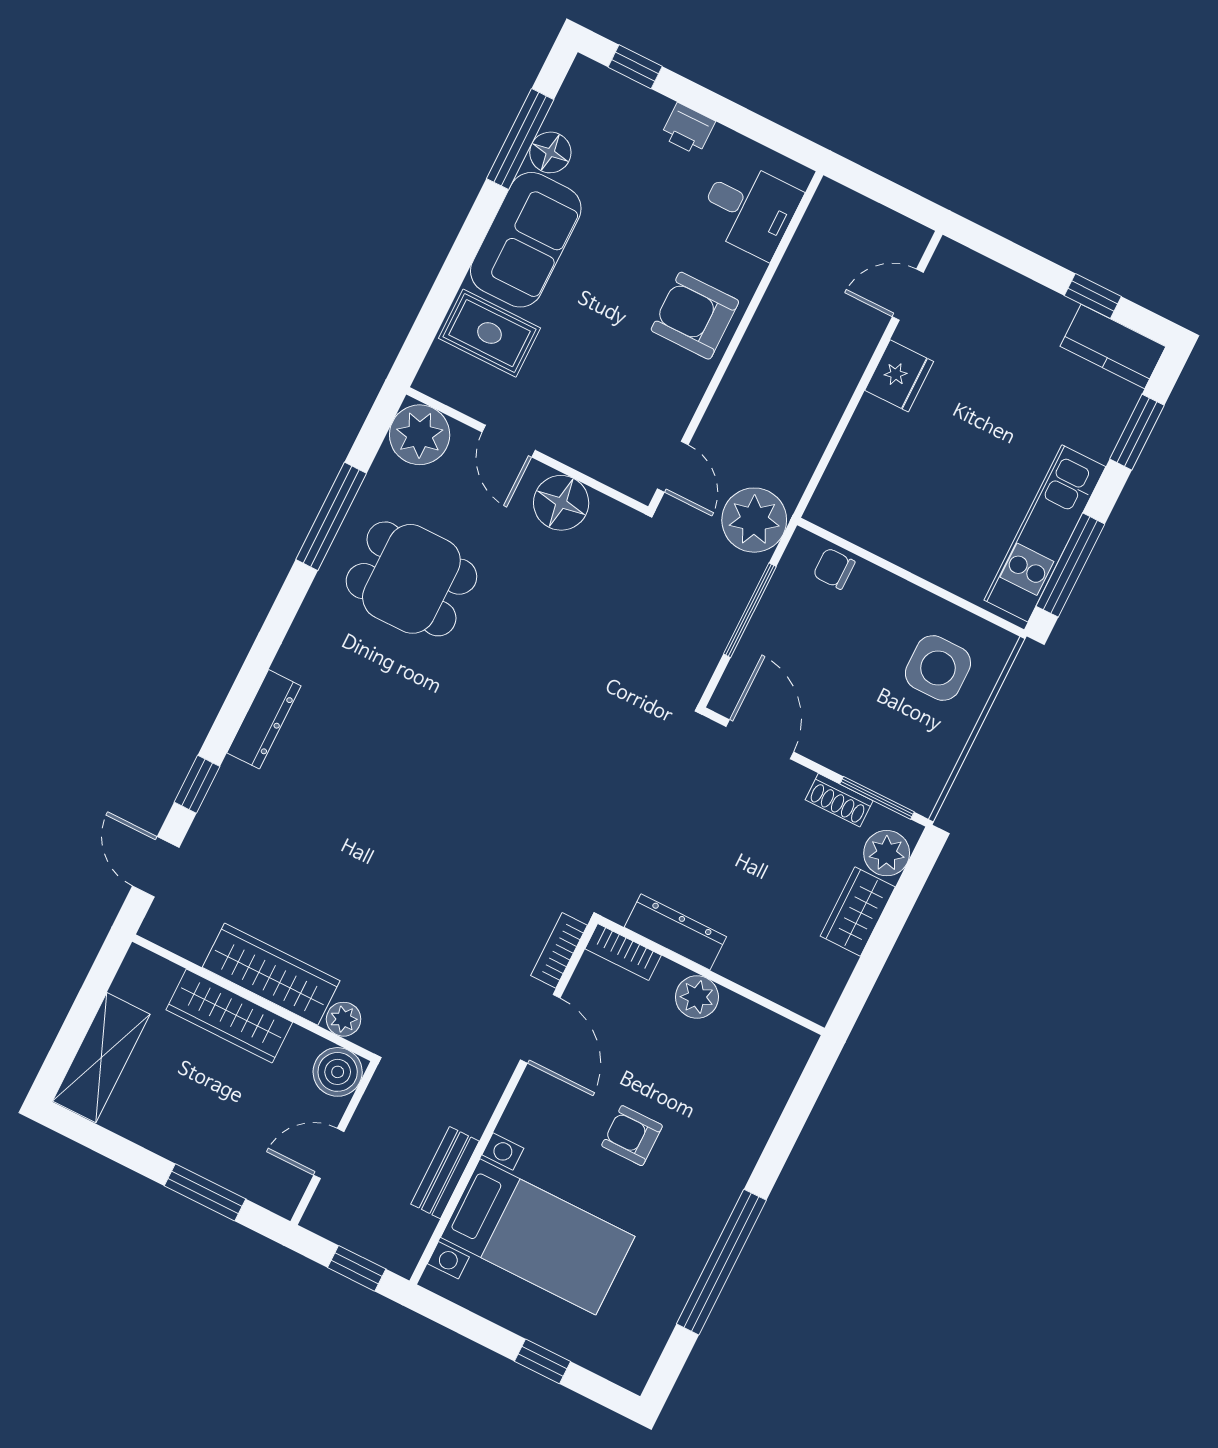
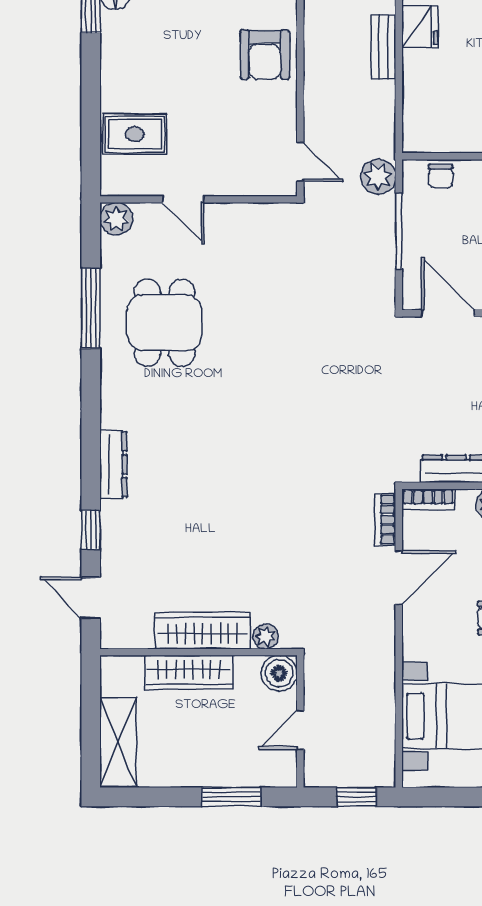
sofa: (526, 240) -> (128, 60), removed
armchair: (695, 316) -> (265, 55), turned -90
plant: (420, 435) -> (116, 219), width x0.73, depth x0.73
floor lamp: (561, 503) -> (238, 223), removed
plant: (754, 520) -> (378, 177), width x0.73, depth x0.73
chair: (834, 569) -> (441, 176), turned -90
dining table: (411, 579) -> (165, 323), turned 90
door: (540, 1029) -> (399, 578), hinge flipped
bench: (445, 1173) -> (383, 47), moved

